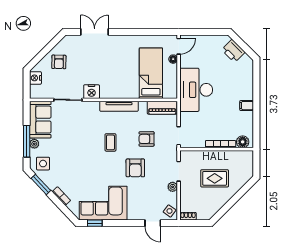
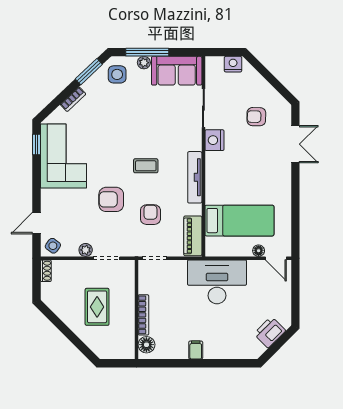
armchair: (59, 62) -> (256, 117), moved

